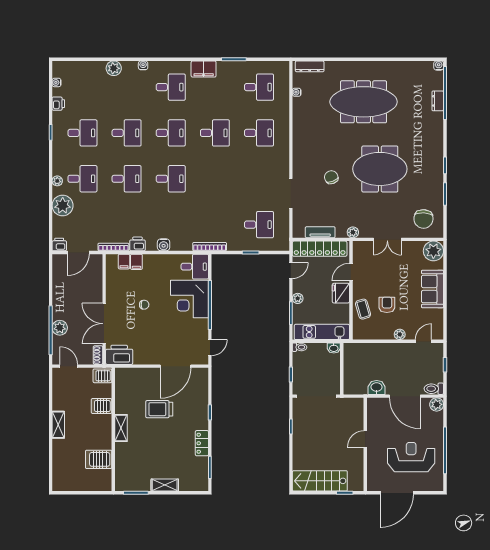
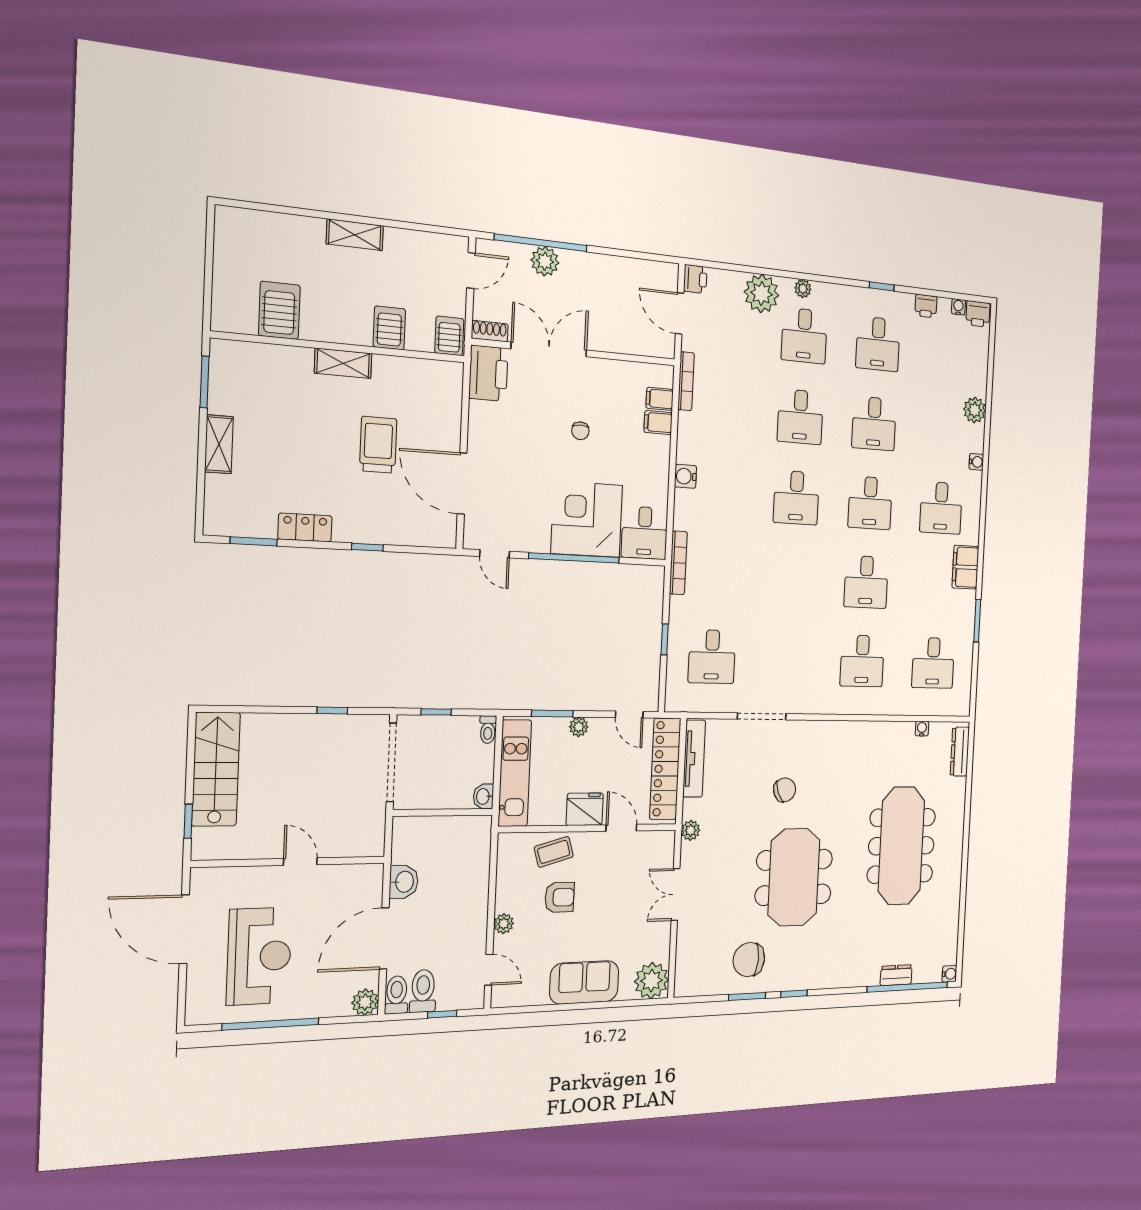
chair: (423, 219) -> (749, 960), moved
tv unit: (320, 232) -> (694, 759), width x1.41
printer: (137, 244) -> (978, 314), moved, turned 90
toilet: (433, 375) -> (423, 991), added

